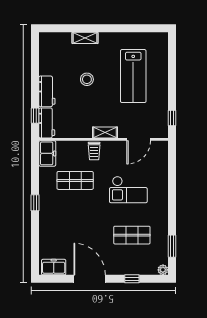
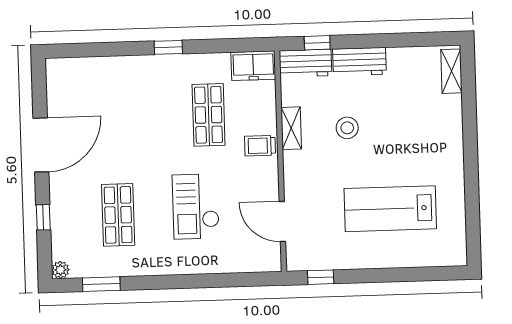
shelving: (85, 38) -> (451, 71), moved
stool: (87, 79) -> (347, 128), moved
shelving: (105, 132) -> (291, 128), moved
freezer: (54, 267) -> (59, 83), removed

